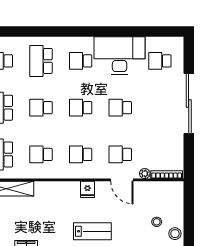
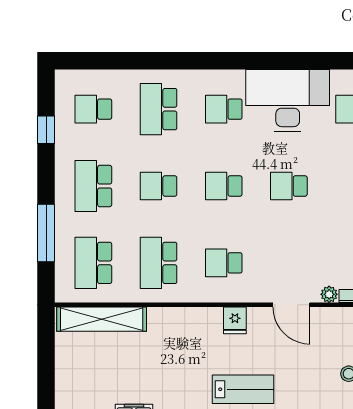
school desk: (41, 154) -> (159, 263), width x1.85
school desk: (120, 154) -> (289, 263), removed

